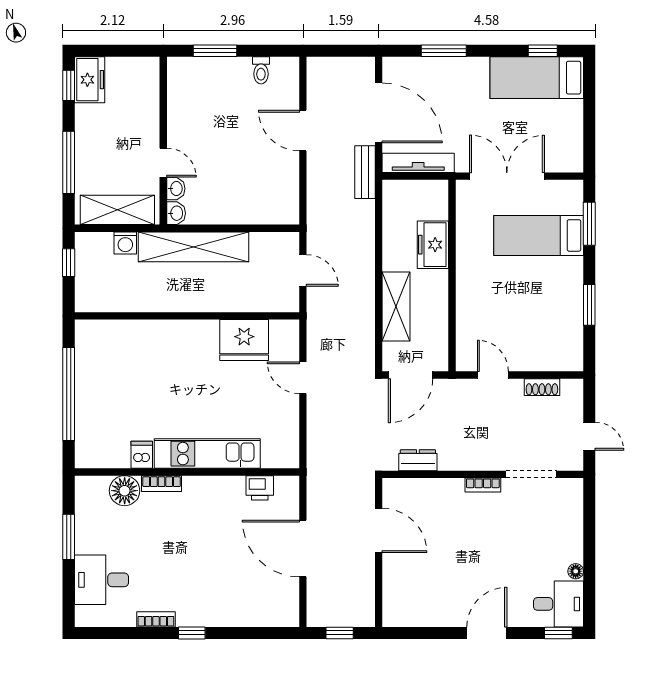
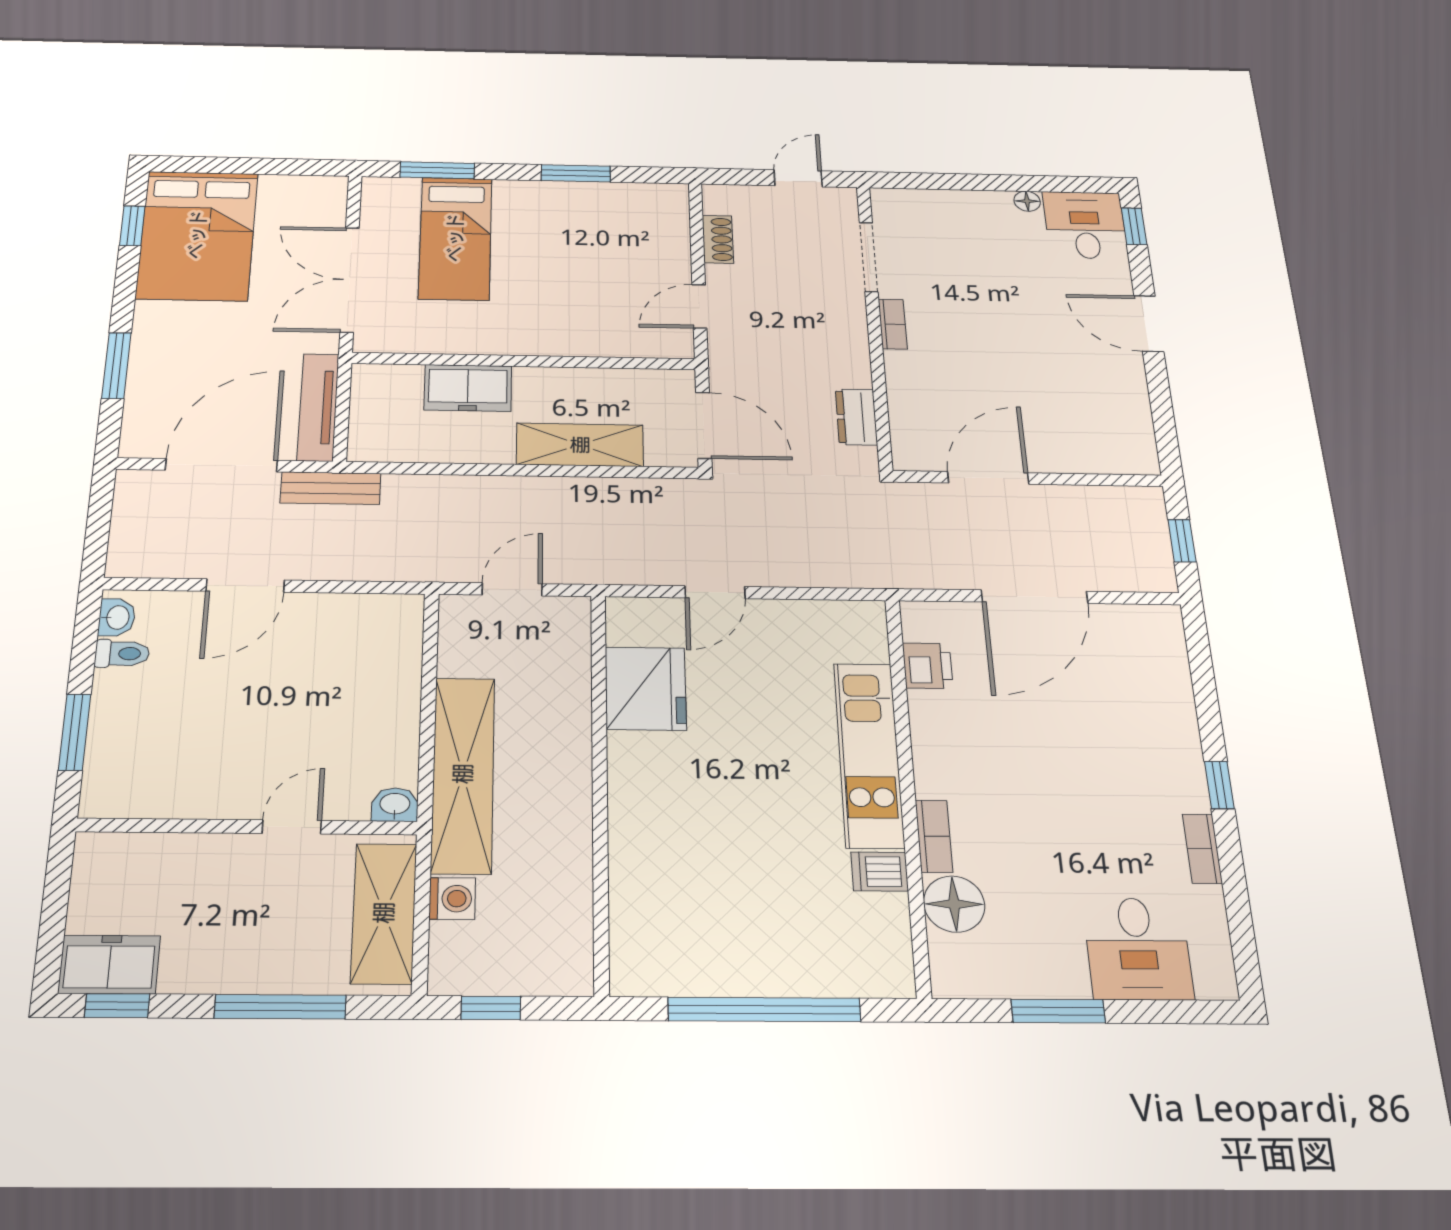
bed: (537, 78) -> (197, 235), width x1.50
washbasin: (176, 189) -> (117, 617), moved, turned 90

